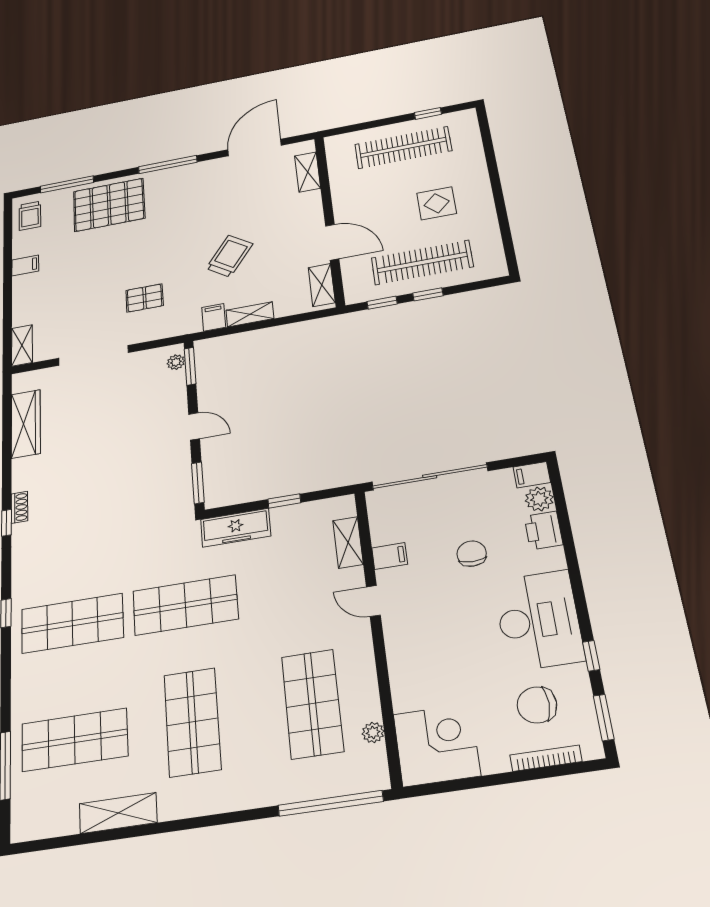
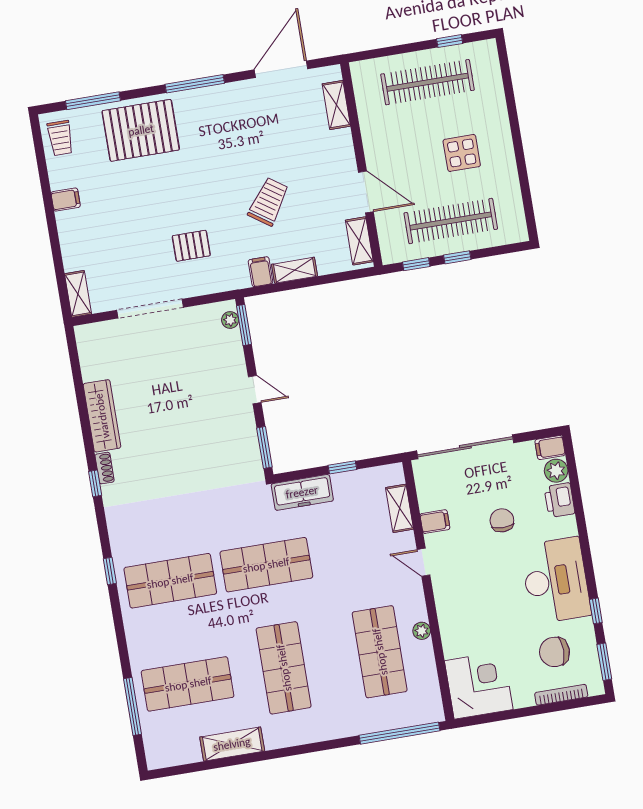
wardrobe: (26, 424) -> (102, 416), moved
plant: (373, 732) -> (422, 631), moved

